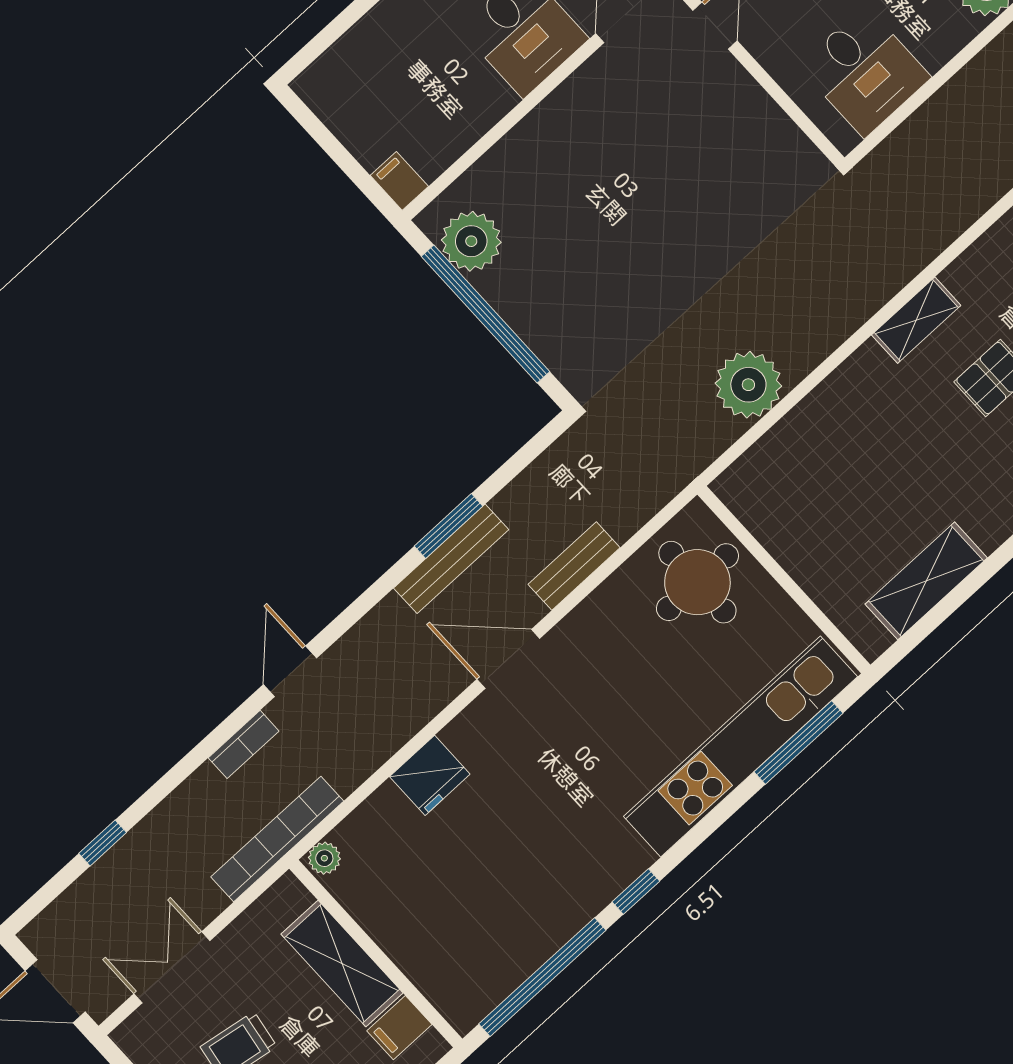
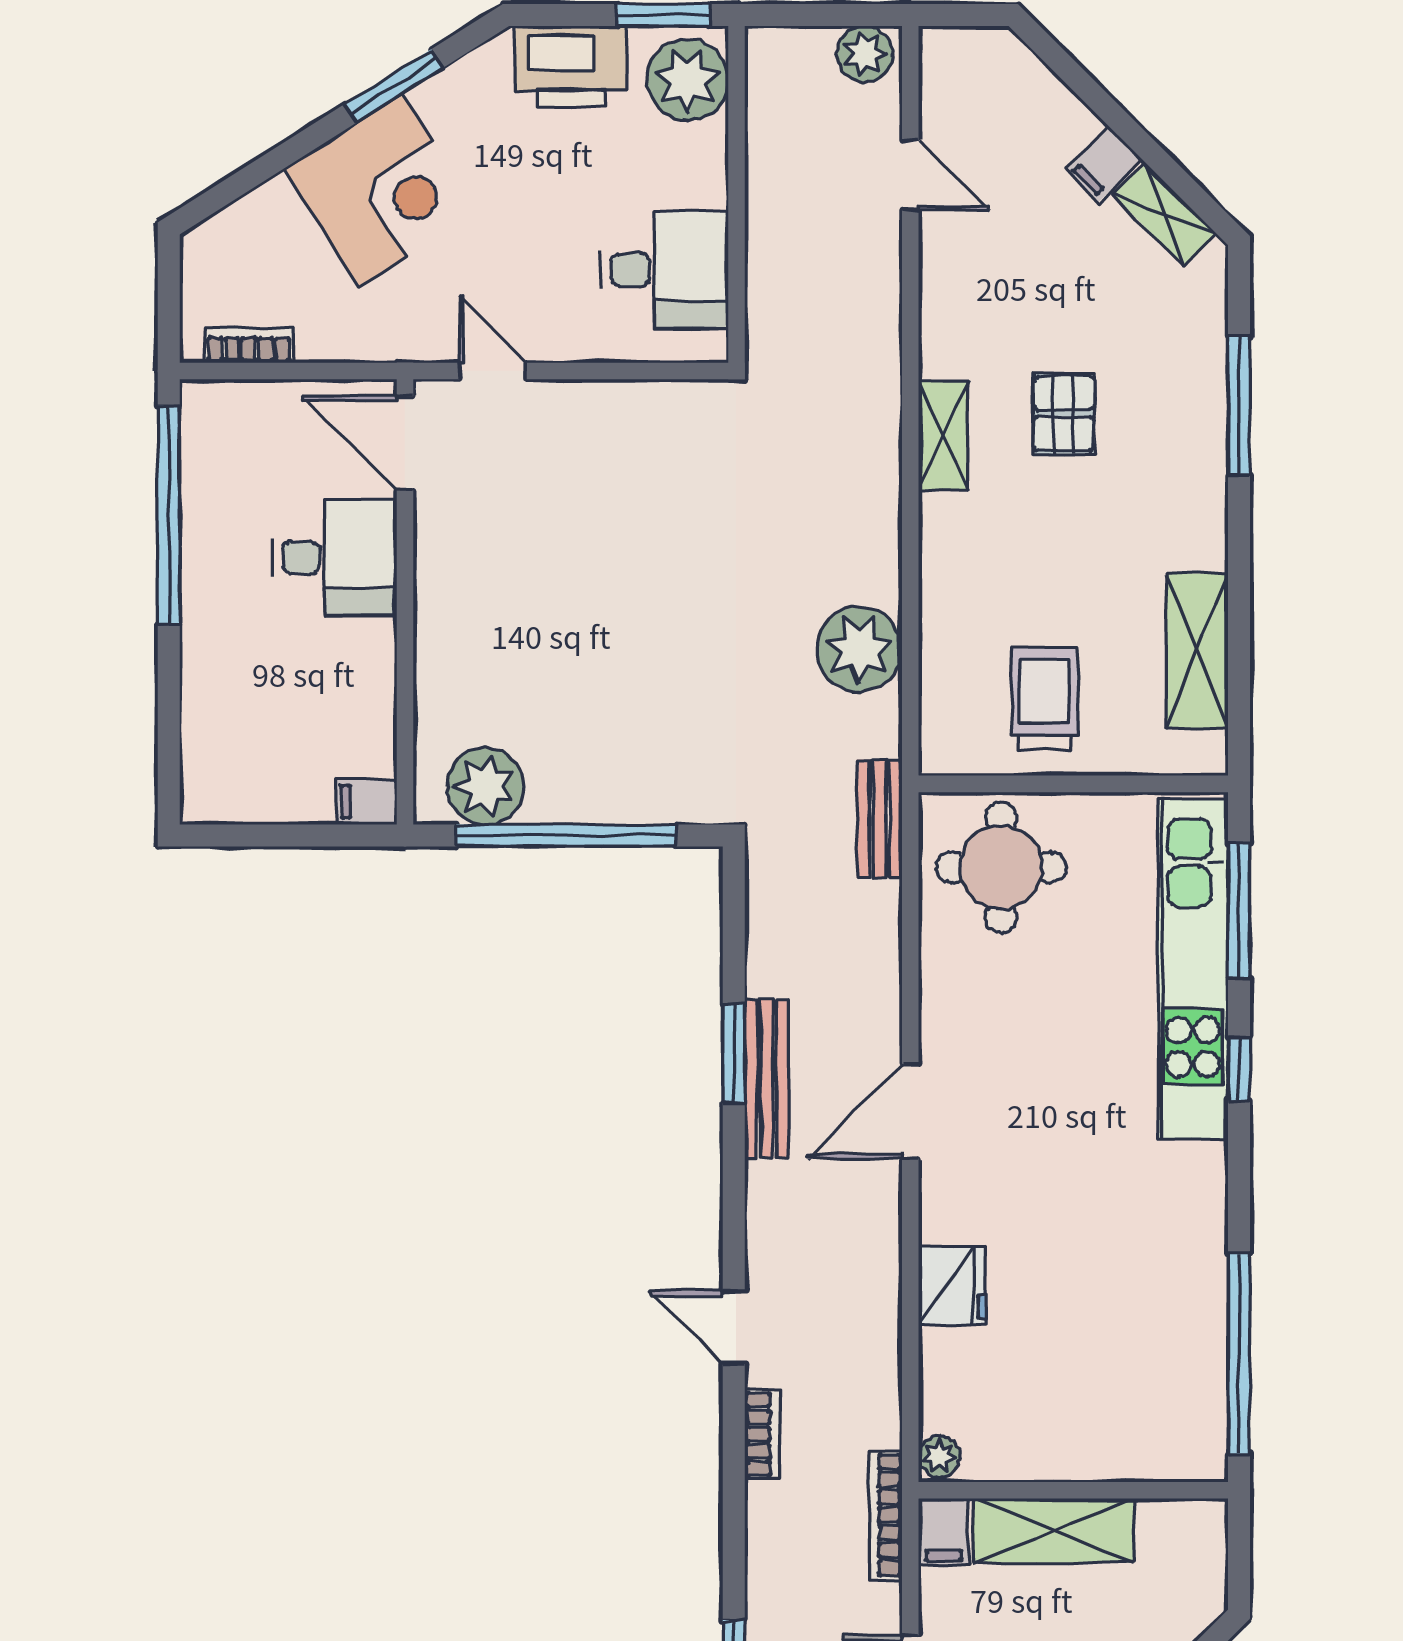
trolley: (818, 518) -> (1045, 699), added
bench: (574, 566) -> (880, 819), moved
bookcase: (277, 839) -> (886, 1515), width x0.68, depth x0.76
window: (636, 891) -> (1239, 1069), moved
filing cabinet: (399, 1028) -> (944, 1532), moved

